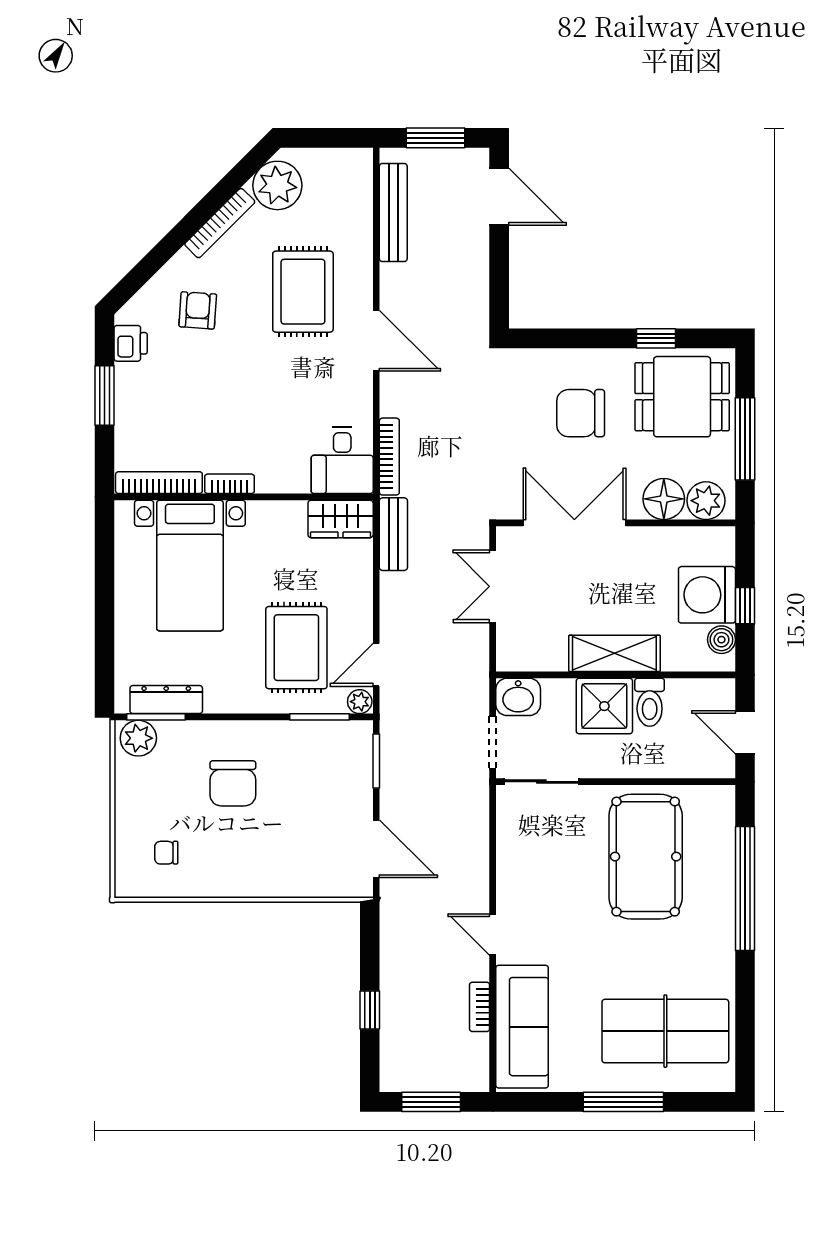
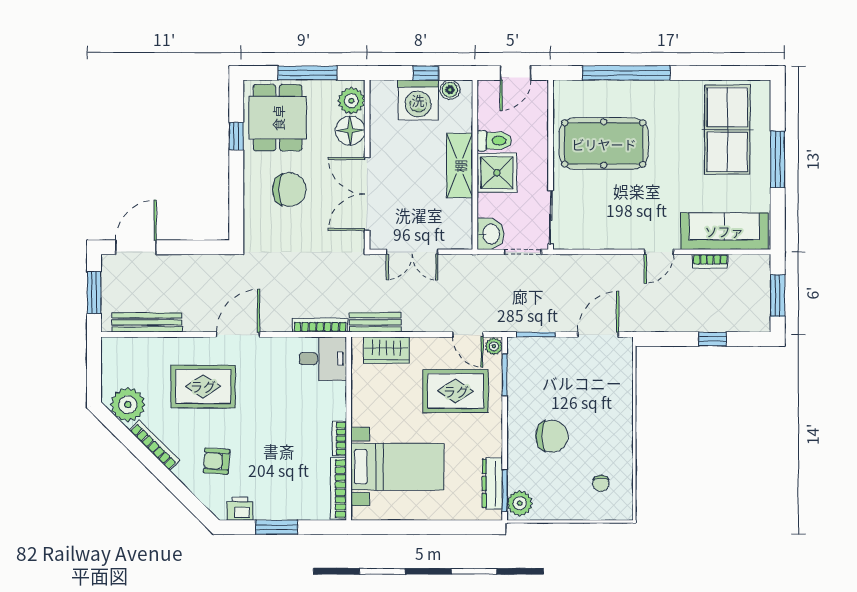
chair: (581, 413) -> (289, 190), turned -90
wardrobe: (341, 519) -> (386, 350), moved, turned 90

